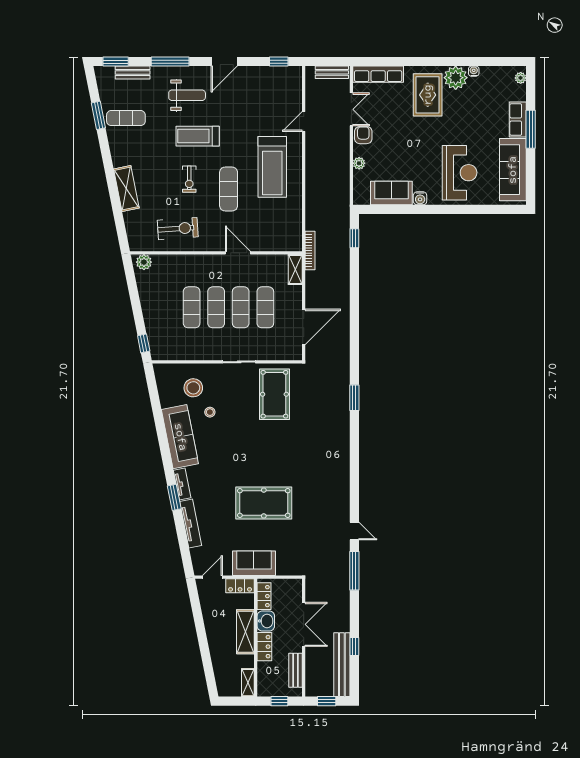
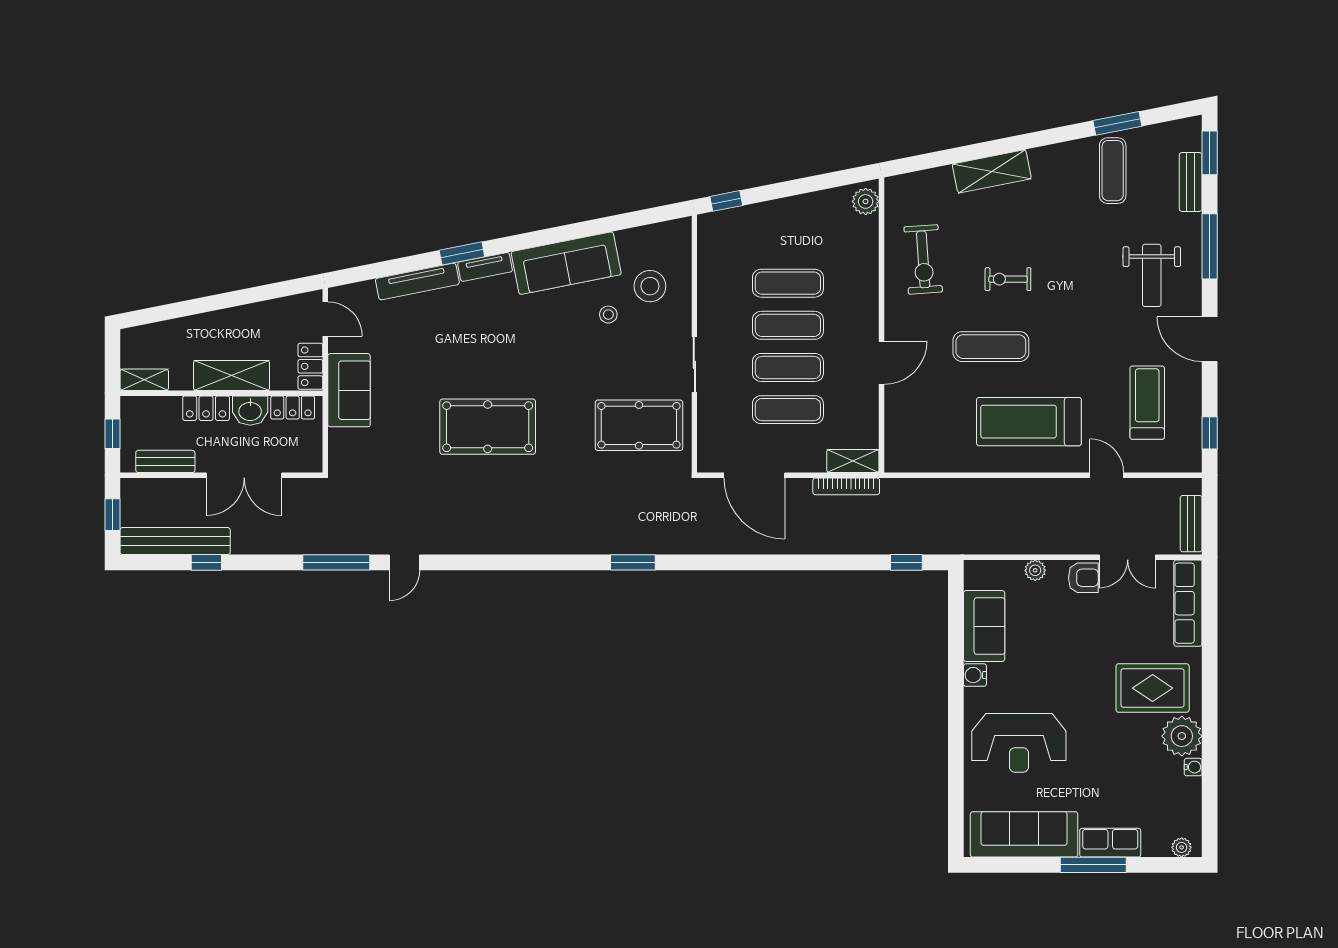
treadmill: (198, 136) -> (1147, 403), moved
bookcase: (310, 251) -> (846, 486), moved
pool table: (264, 503) -> (488, 427), moved, turned 90

